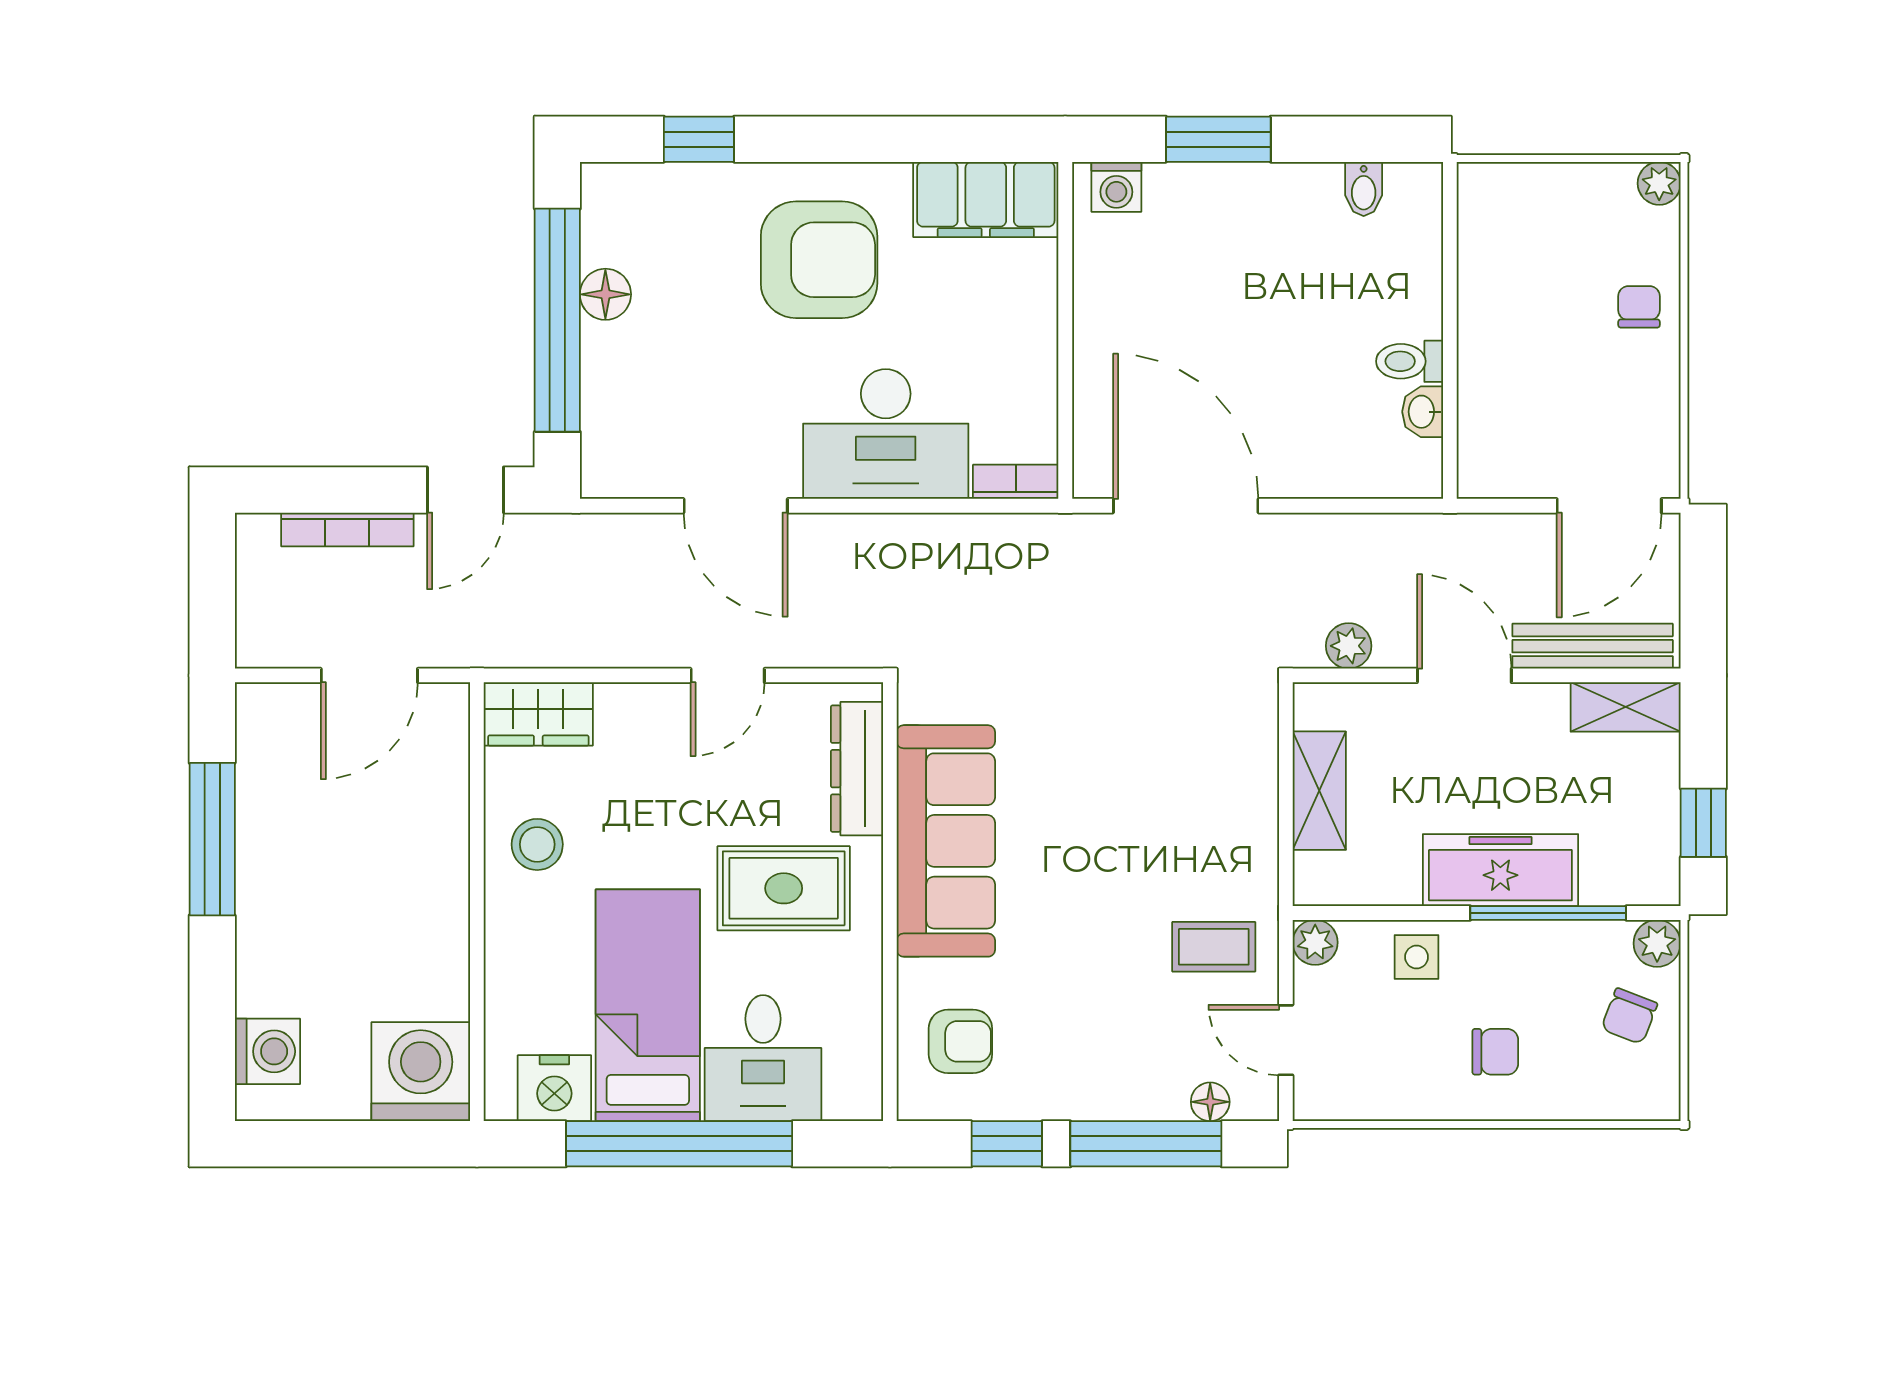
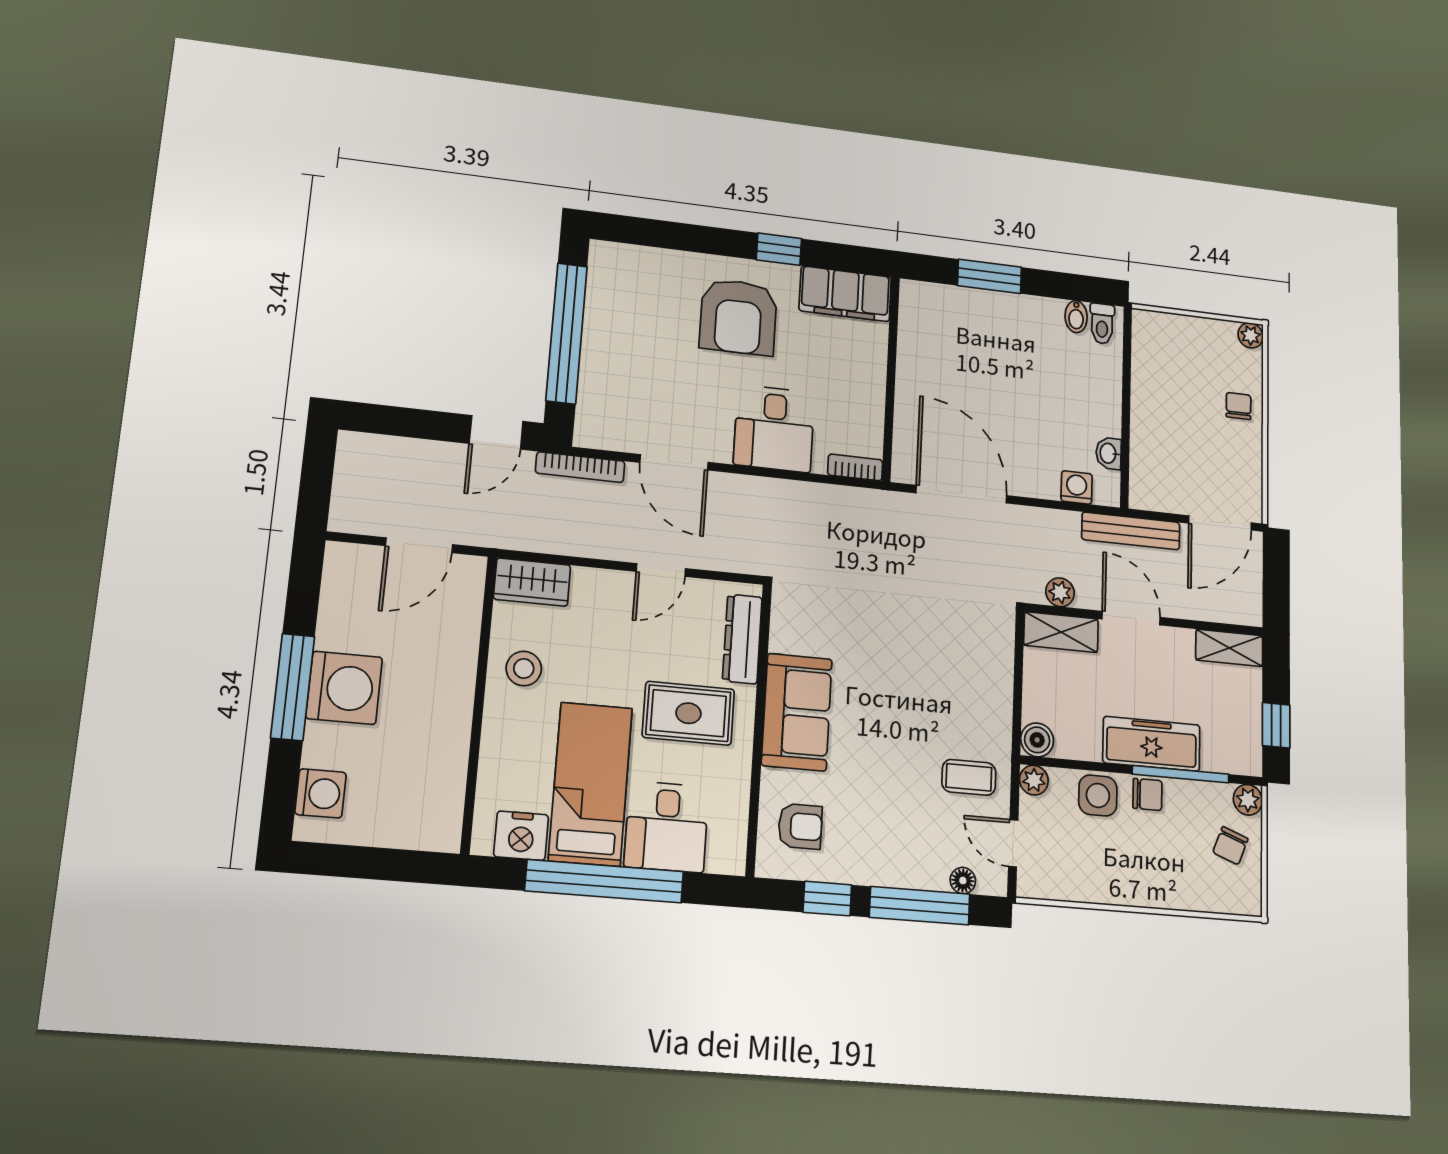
window: (699, 139) -> (779, 249), moved
washing machine: (1116, 187) -> (1077, 487), moved, turned 180
armchair: (819, 260) -> (738, 317), turned 90
floor lamp: (605, 294) -> (599, 321), removed
toilet: (1410, 361) -> (1102, 324), moved, turned -90
desk: (886, 434) -> (774, 428), width x0.73
bookcase: (347, 529) -> (580, 467), moved
bench: (1593, 646) -> (1131, 531), moved
shelving: (1319, 791) -> (1061, 632), moved, turned 90
window: (212, 839) -> (293, 687), moved
sofa: (946, 841) -> (797, 712), width x0.73
boiler: (1318, 880) -> (1037, 740), added
side table: (1417, 957) -> (1098, 795), width x1.37, depth x1.37
chair: (1495, 1052) -> (1147, 794), moved
washing machine: (421, 1072) -> (344, 688), moved, turned 90

